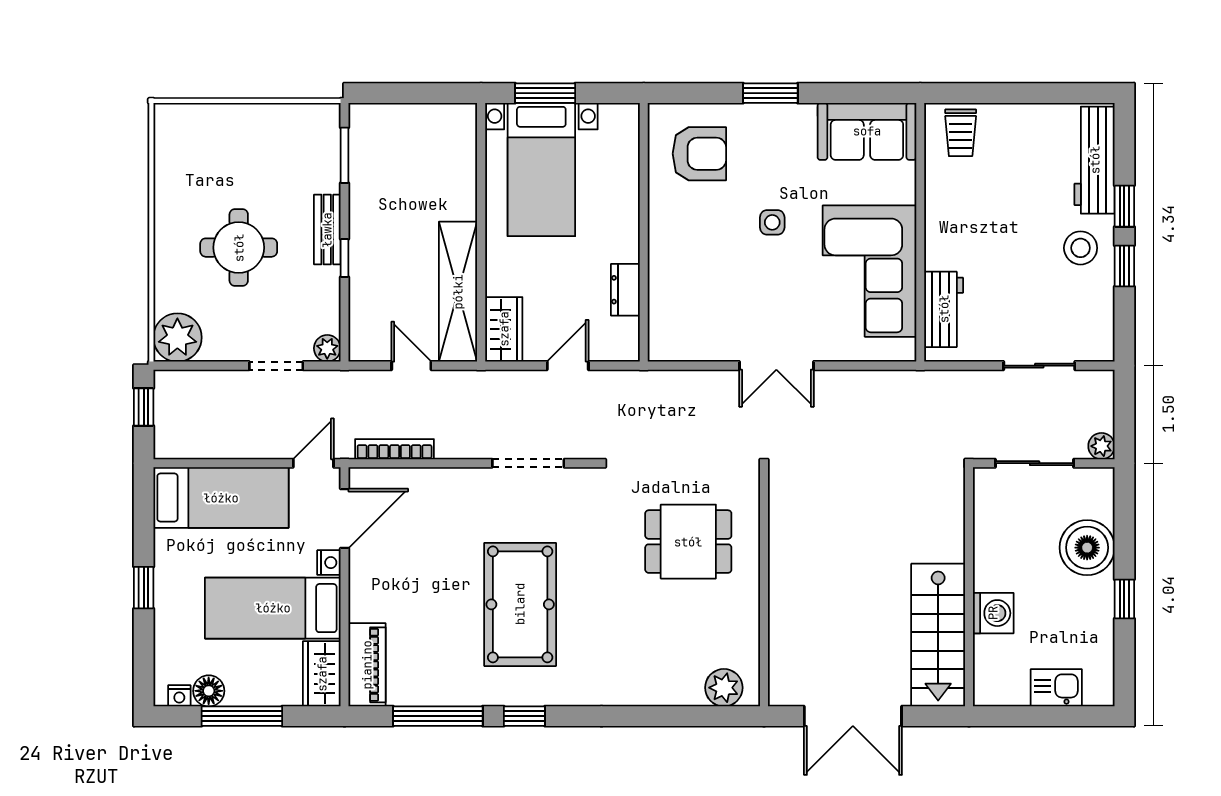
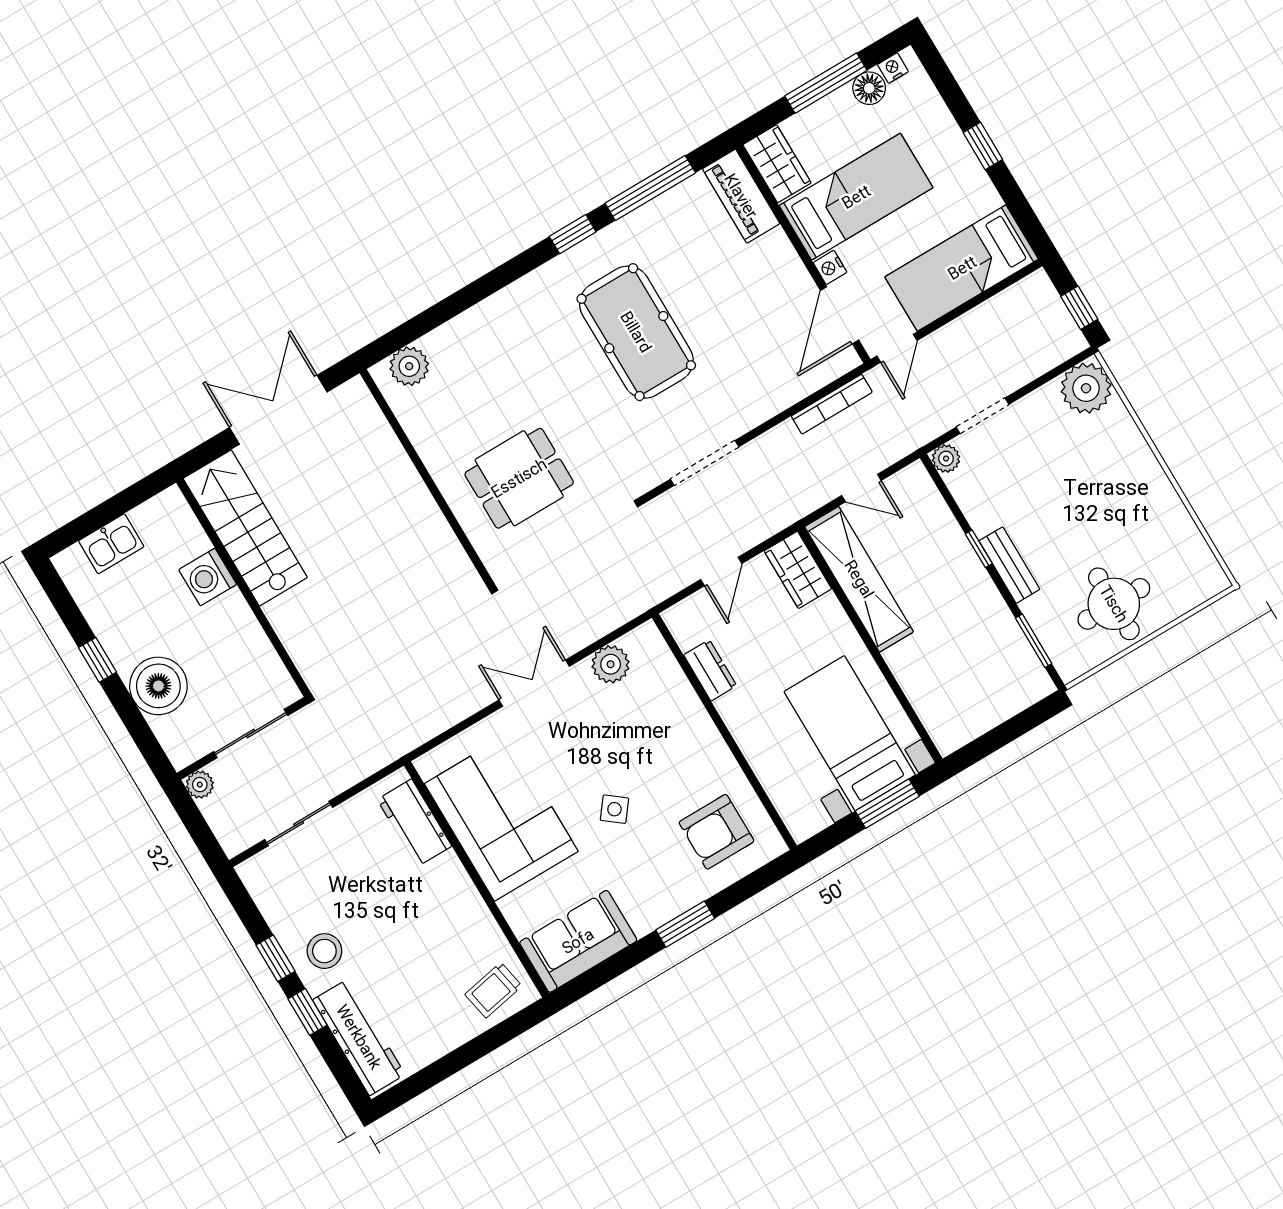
trolley: (961, 133) -> (493, 990), turned -101
side table: (772, 222) -> (614, 809), turned 38
round table: (239, 248) -> (1114, 604), moved
plant: (704, 344) -> (611, 664), added

